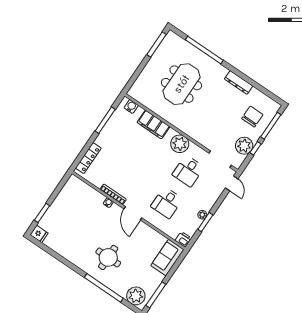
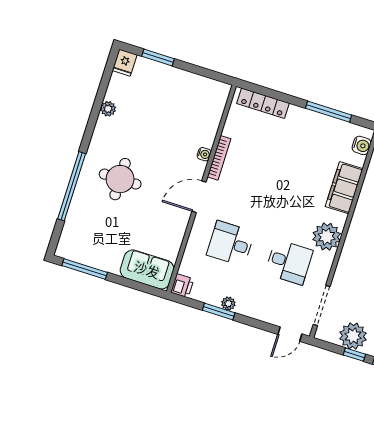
desk: (188, 171) -> (289, 262), turned 180
plant: (136, 296) -> (108, 109), moved, width x0.53, depth x0.53

